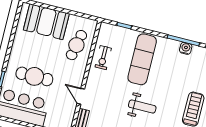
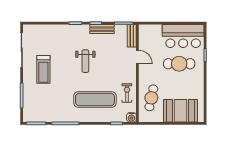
water cooler: (186, 48) -> (131, 117), moved
exercise mat: (142, 59) -> (95, 100), turned 90
weight bench: (142, 107) -> (85, 61), turned -90

